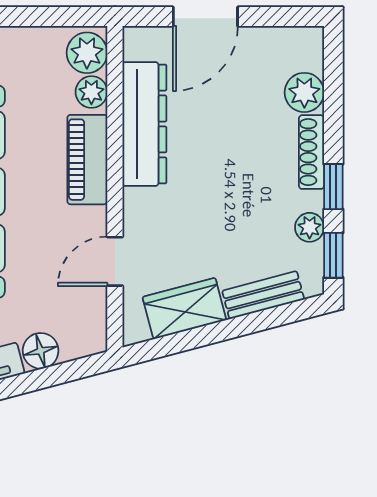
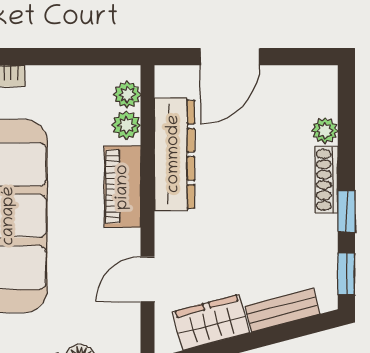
plant: (87, 53) -> (127, 95), width x0.73, depth x0.73
plant: (304, 92) -> (325, 130), width x0.73, depth x0.73
plant: (310, 227) -> (325, 248), removed

